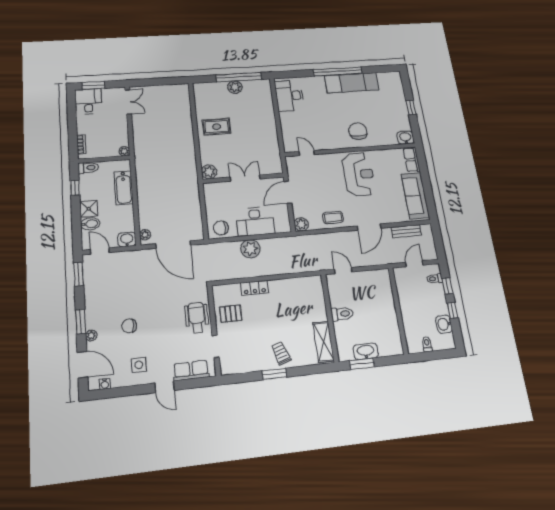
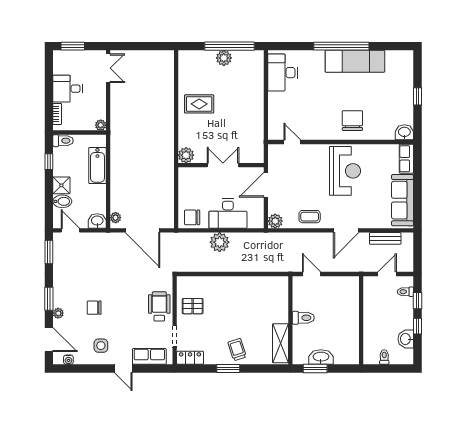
desk: (88, 101) -> (68, 89), moved, turned -90
locker: (255, 288) -> (190, 358), moved, turned 180

